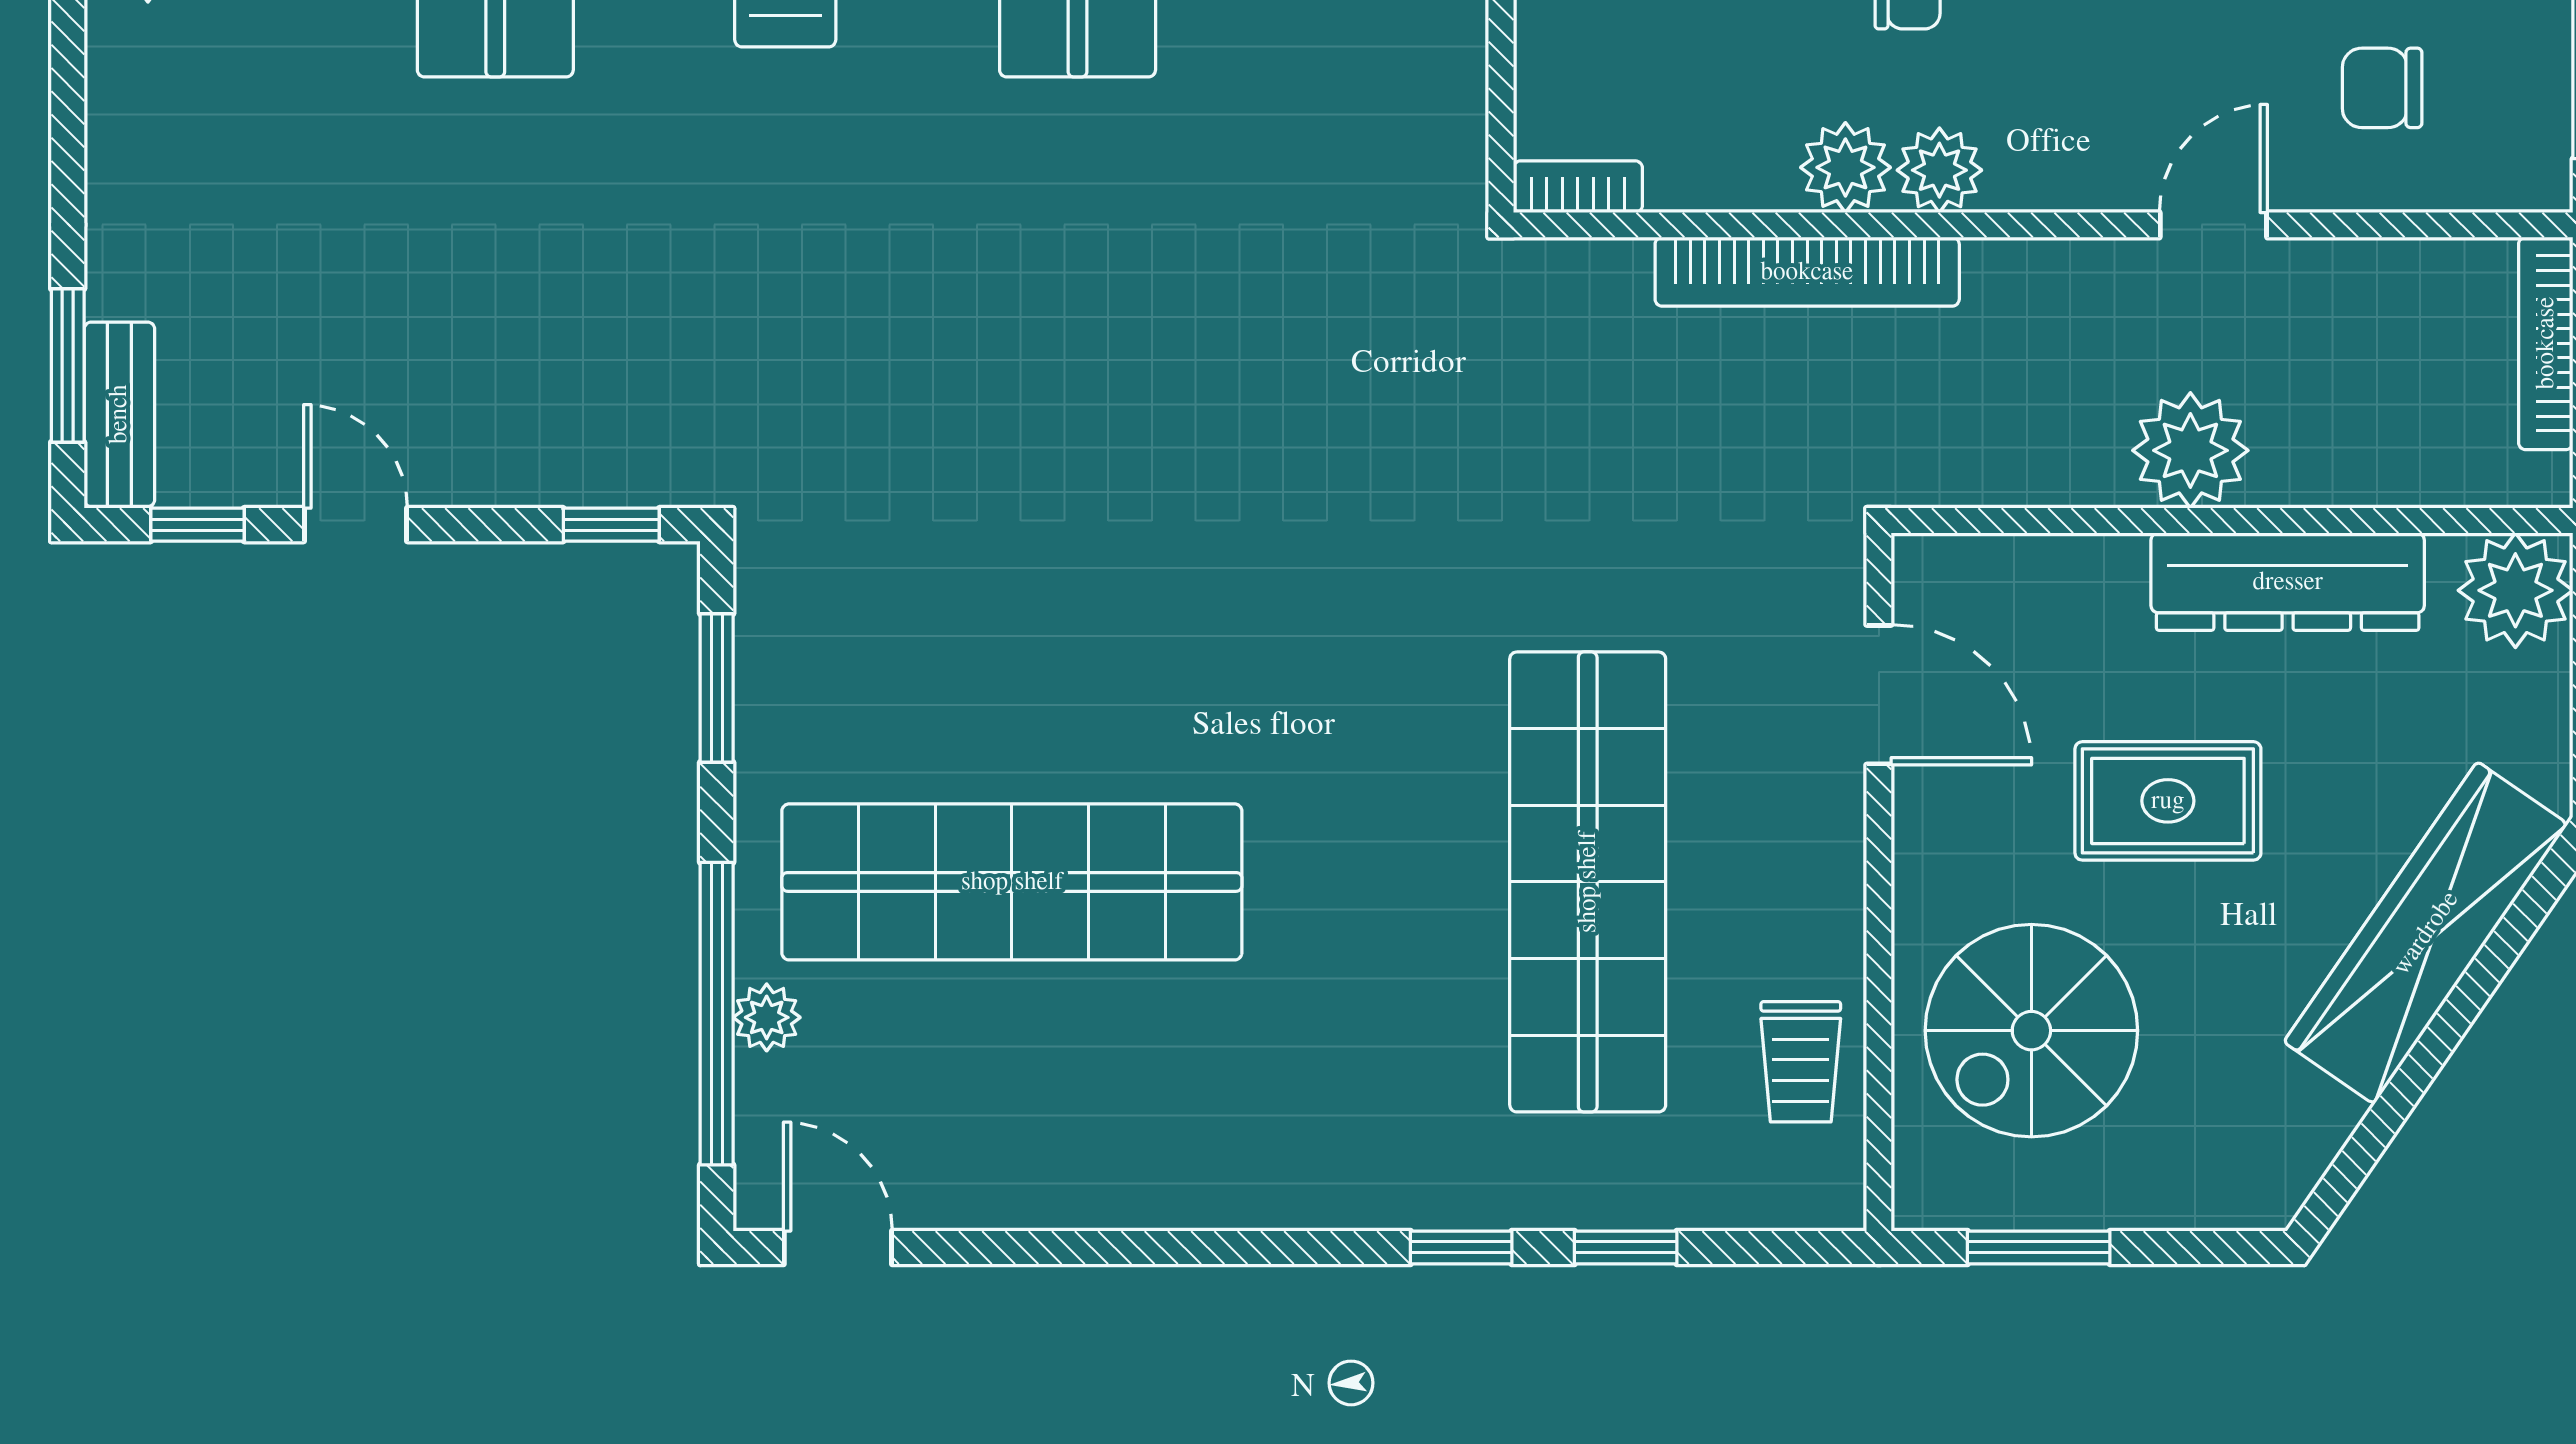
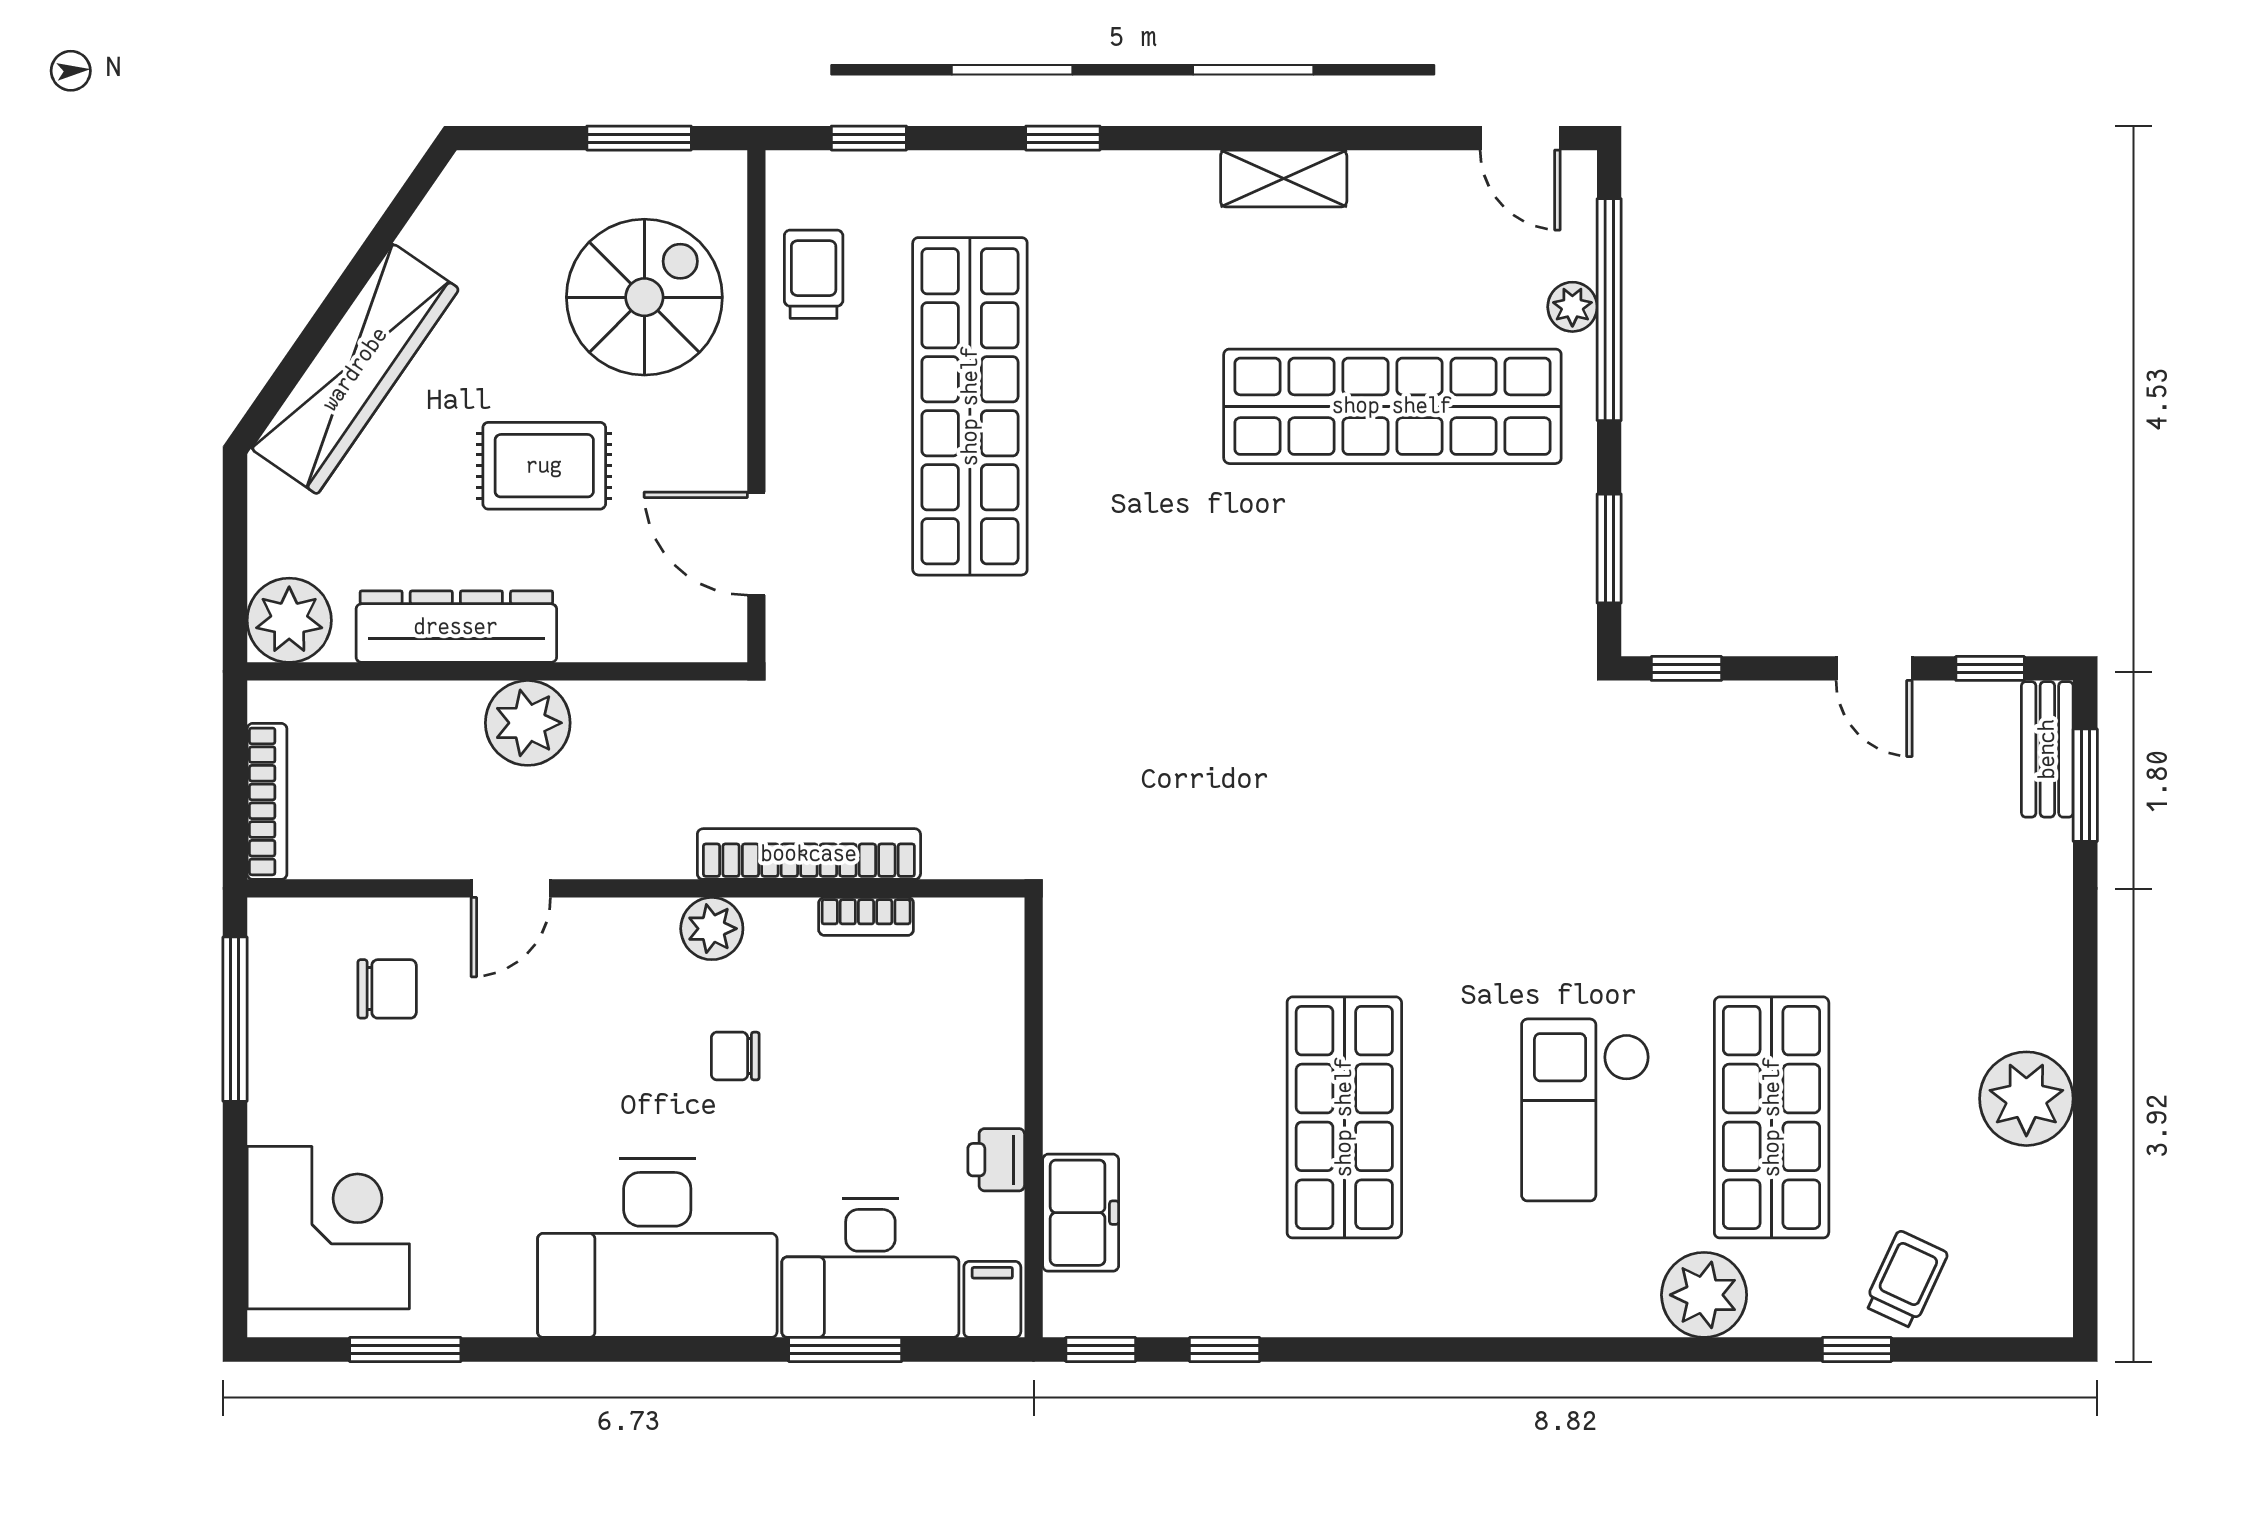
plant: (1845, 167) -> (781, 931), removed
bookcase: (1578, 187) -> (866, 916), moved
shelving: (1160, 1192) -> (1284, 179), added
window: (1626, 1247) -> (869, 138), moved

